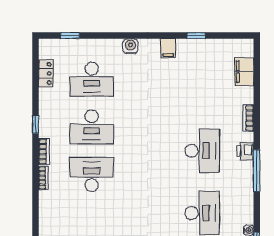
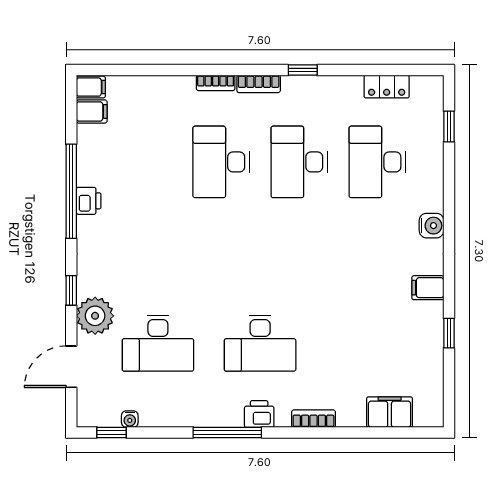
desk: (92, 175) -> (221, 162), turned 180

